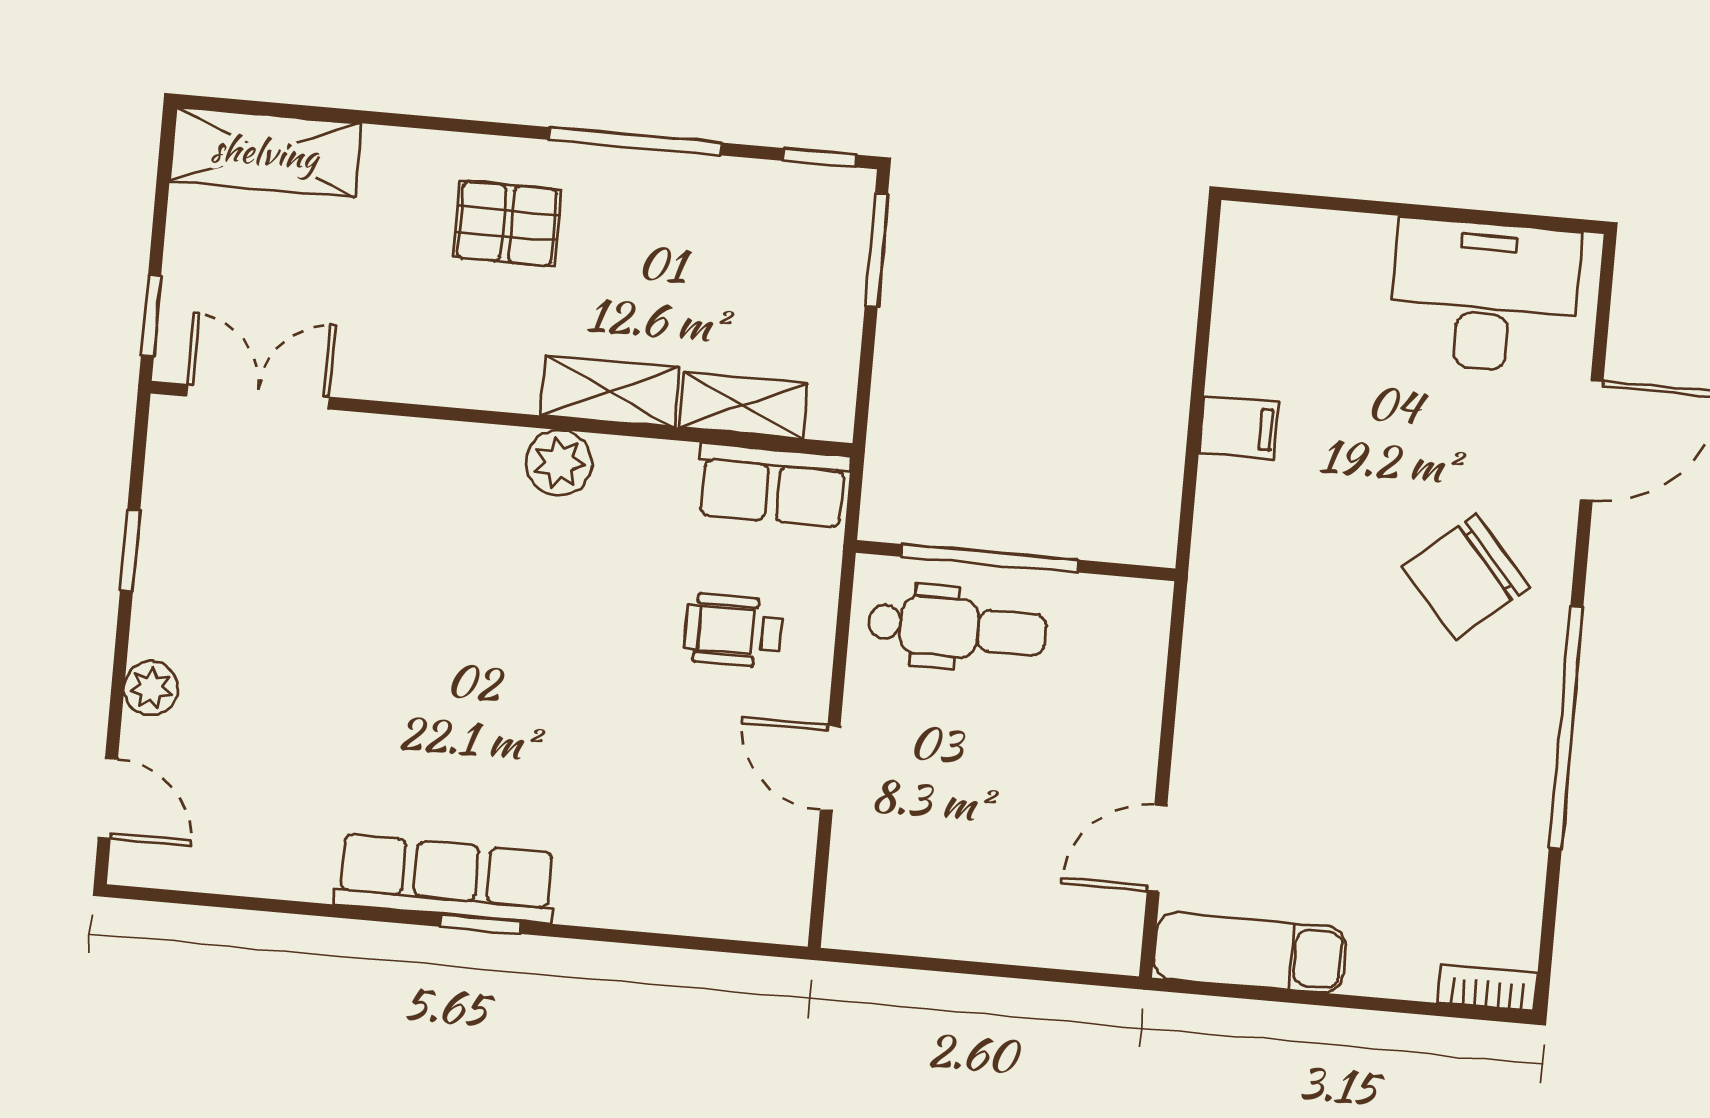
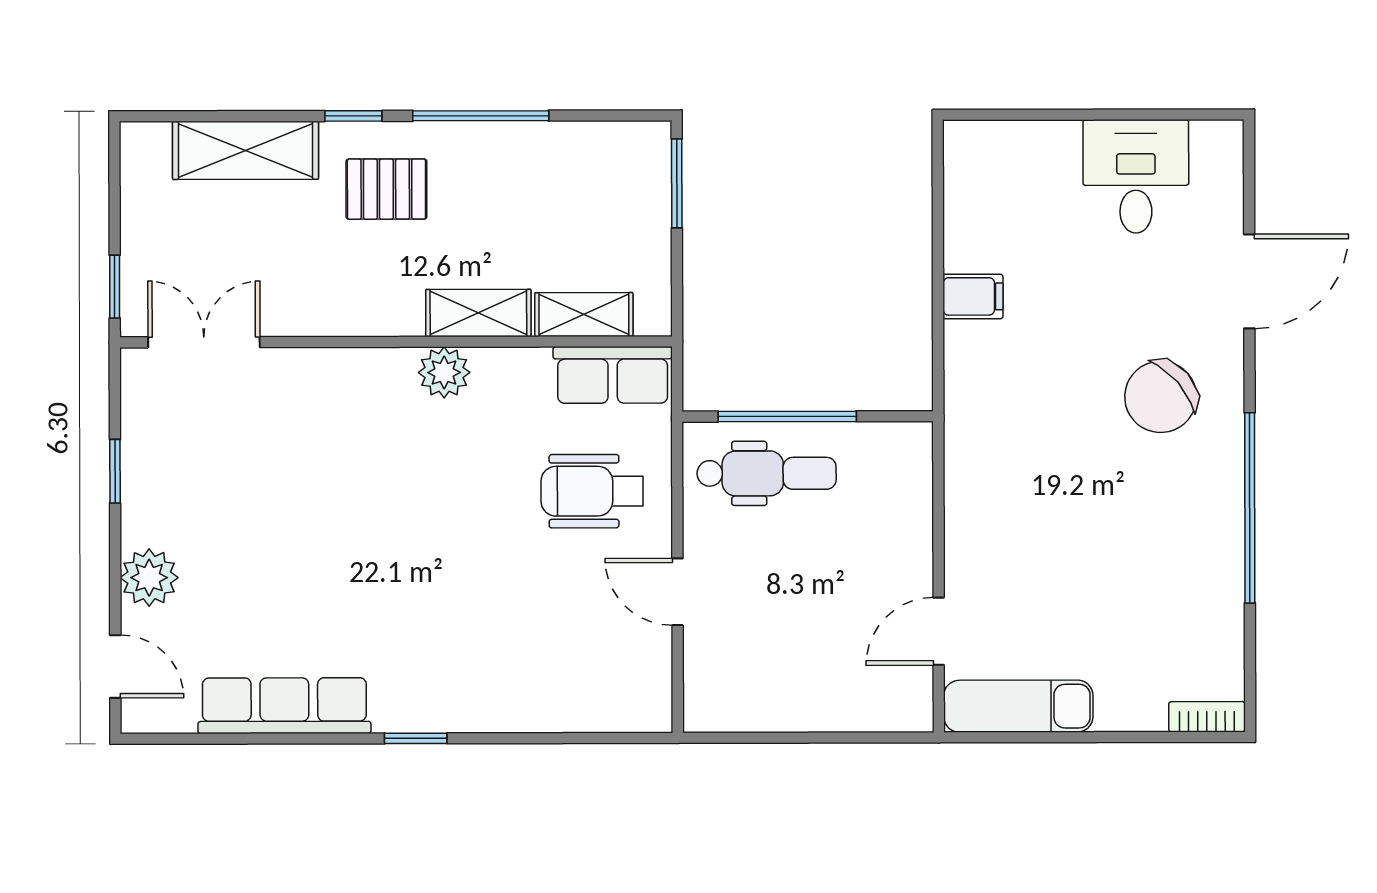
shelving: (265, 152) -> (246, 150), moved
window: (820, 158) -> (353, 116), moved
desk: (1485, 296) -> (1136, 176), width x0.73
wheelchair: (733, 631) -> (592, 491), width x1.36, depth x1.37
plant: (151, 688) -> (149, 578), width x1.38, depth x1.38
row of seats: (446, 879) -> (284, 706), moved

